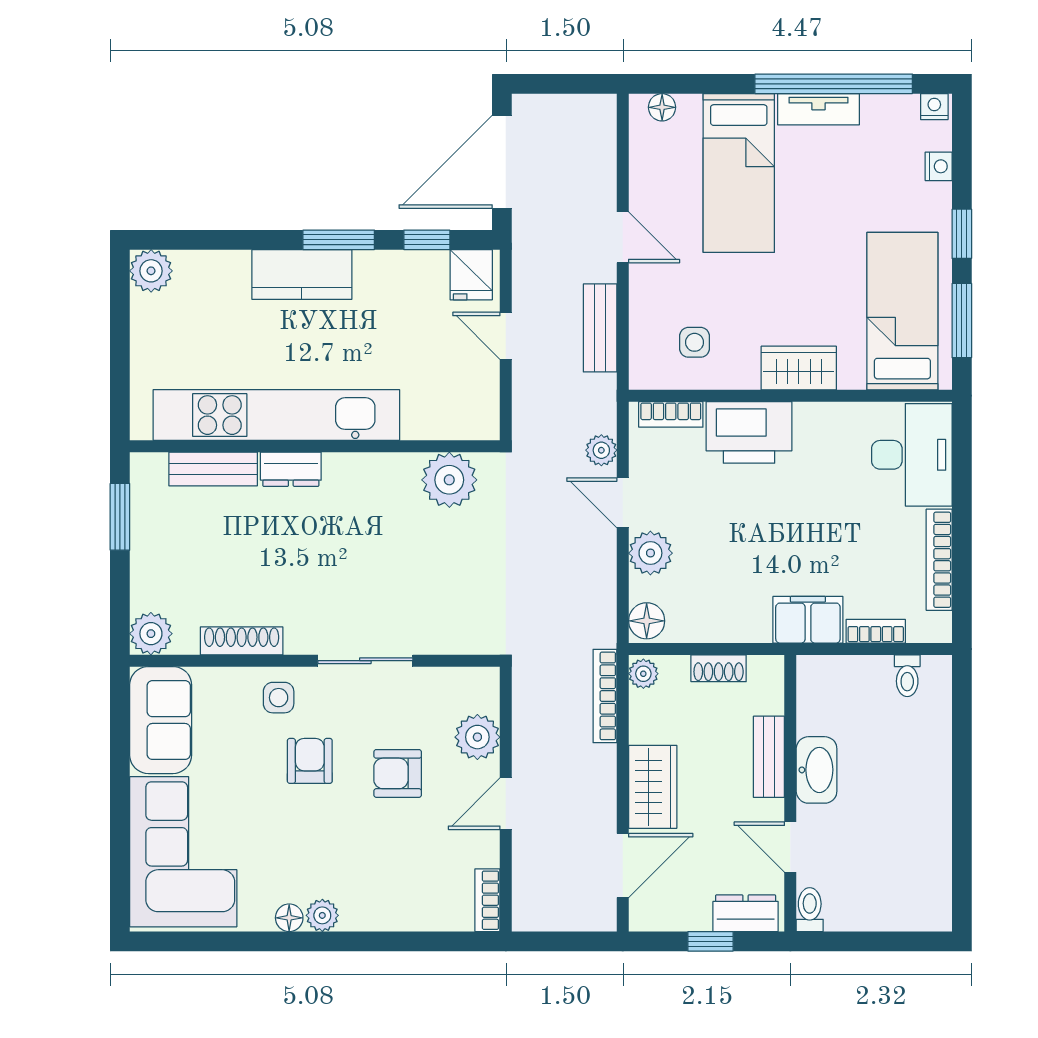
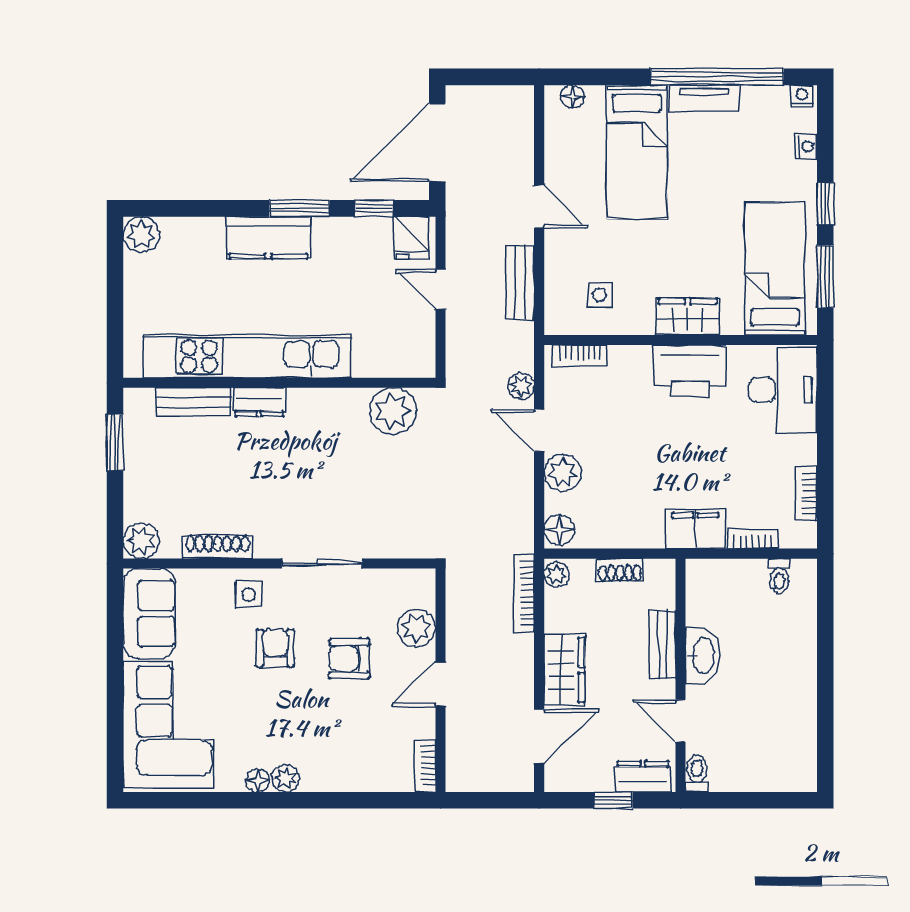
printer: (749, 432) -> (690, 371), moved
bookcase: (939, 560) -> (806, 494), width x0.64

